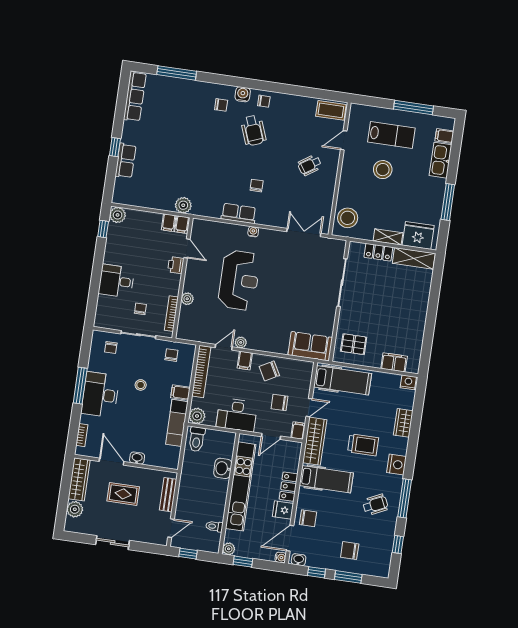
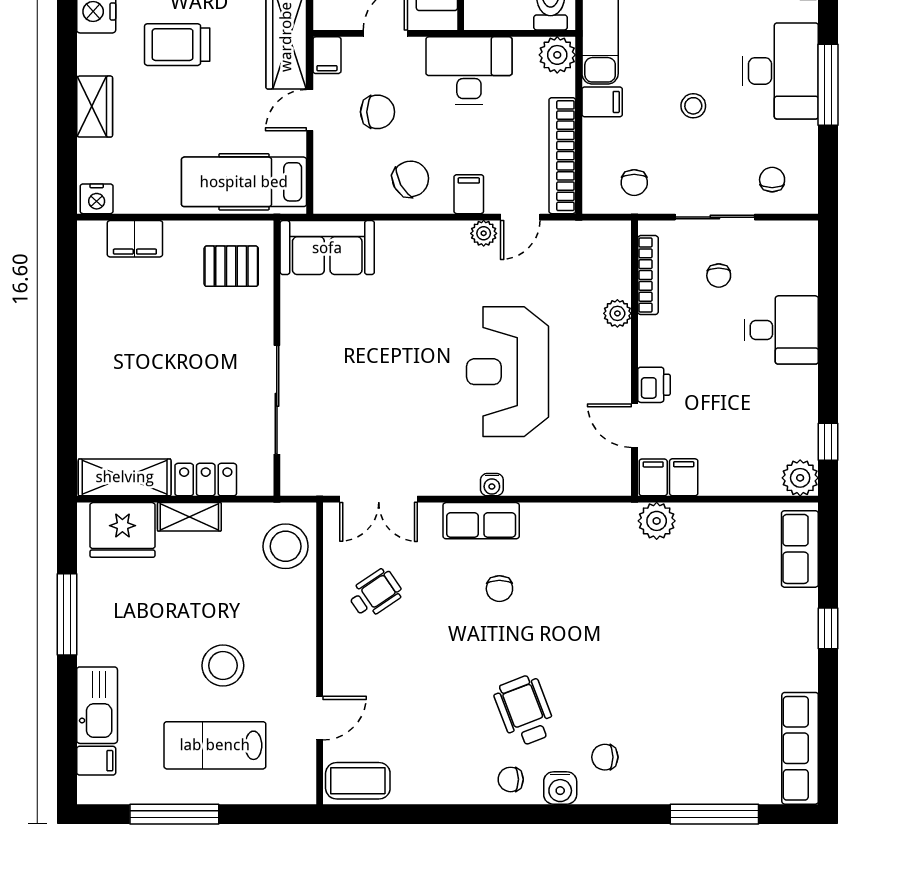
row of seats: (126, 161) -> (800, 549), moved
wheelchair: (310, 165) -> (375, 593), moved
row of seats: (239, 213) -> (481, 521), moved

